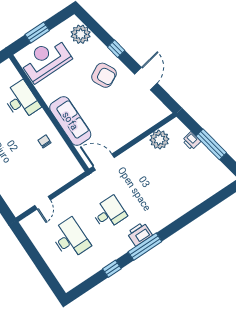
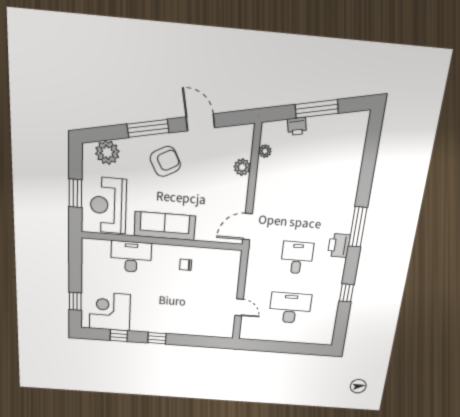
window: (116, 49) -> (148, 128), width x2.17
sofa: (70, 121) -> (165, 226), moved
plant: (139, 127) -> (242, 167), added
plant: (159, 140) -> (265, 151), width x0.53, depth x0.53
window: (145, 247) -> (358, 227), moved

